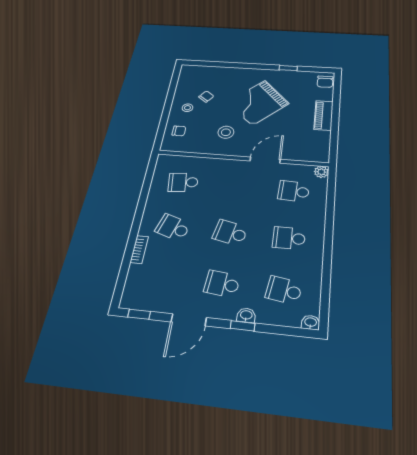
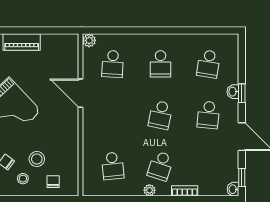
stool: (226, 132) -> (37, 159), moved
plant: (149, 214) -> (149, 190), added
washbasin: (311, 322) -> (233, 189), moved

